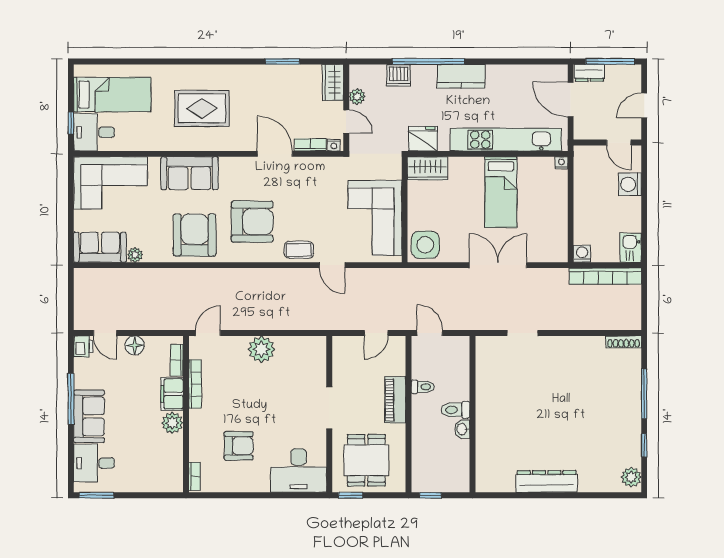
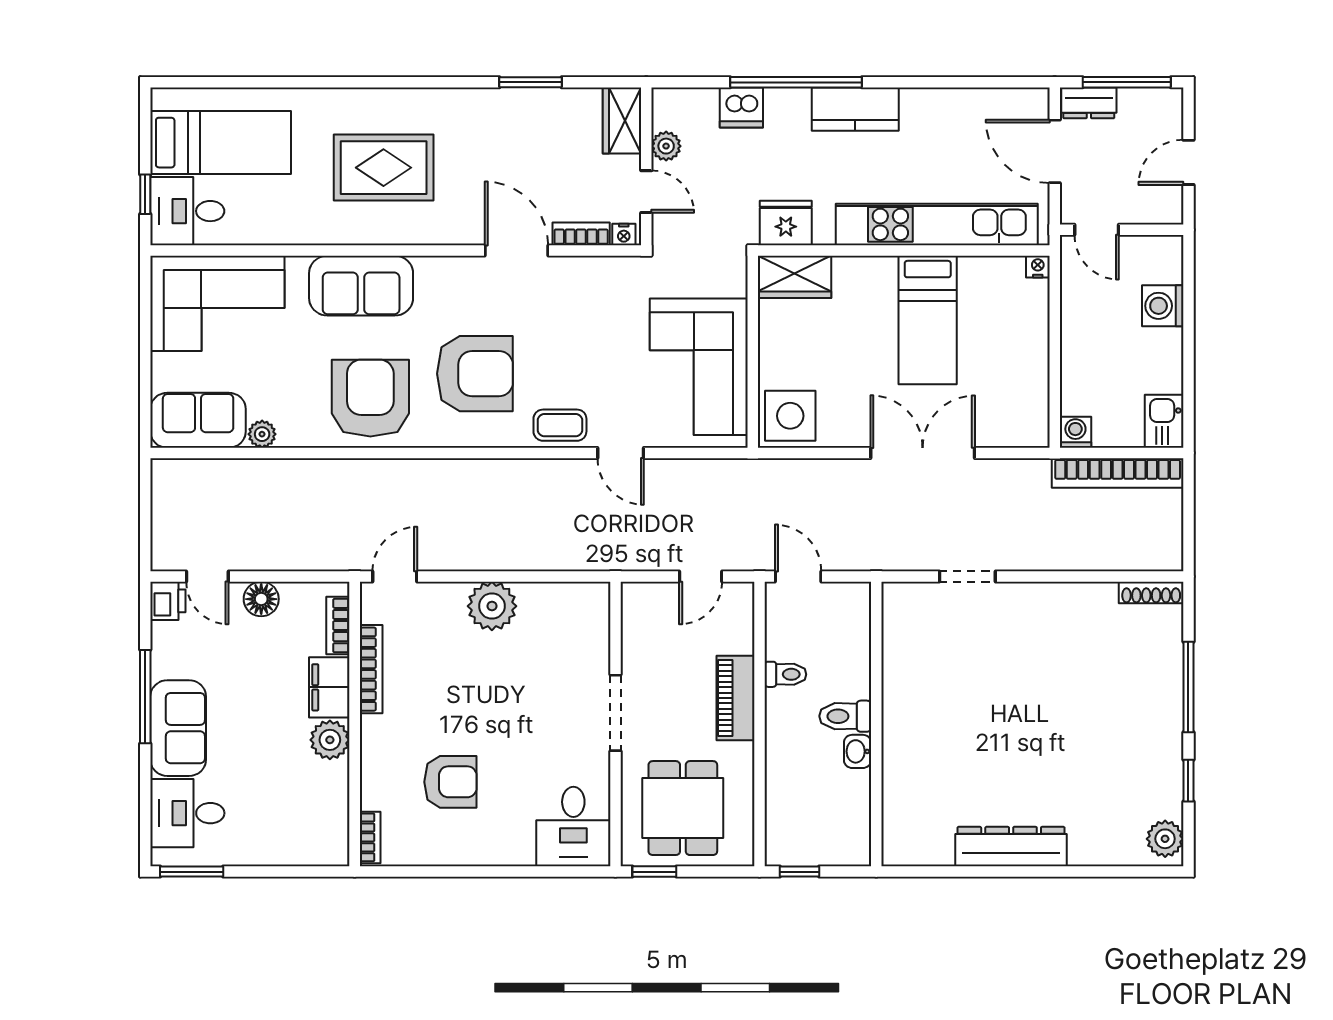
door: (619, 143) -> (1097, 230), moved
desk: (299, 470) -> (573, 827), width x0.73

